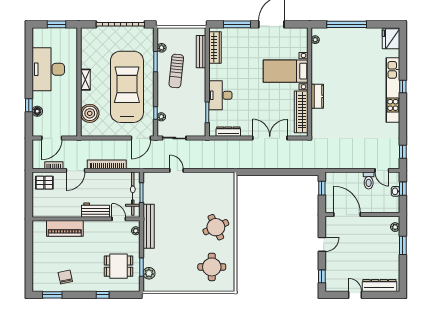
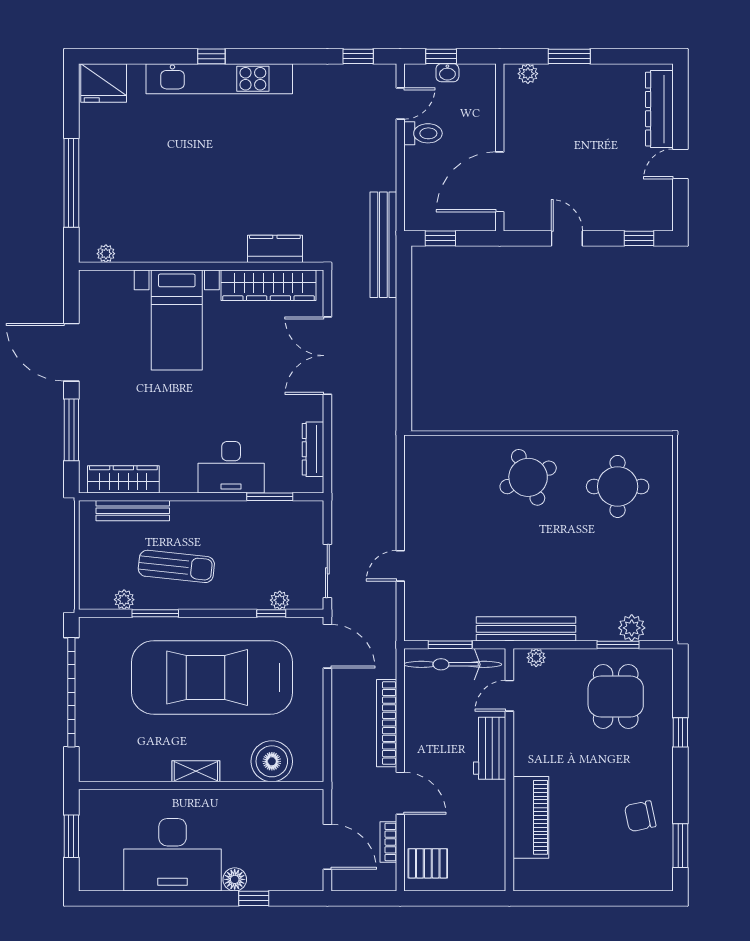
kitchen counter: (317, 96) -> (275, 249), moved
floor lamp: (37, 111) -> (235, 879), moved
bench: (319, 163) -> (383, 245), added
pallet: (44, 183) -> (428, 863), turned 90

